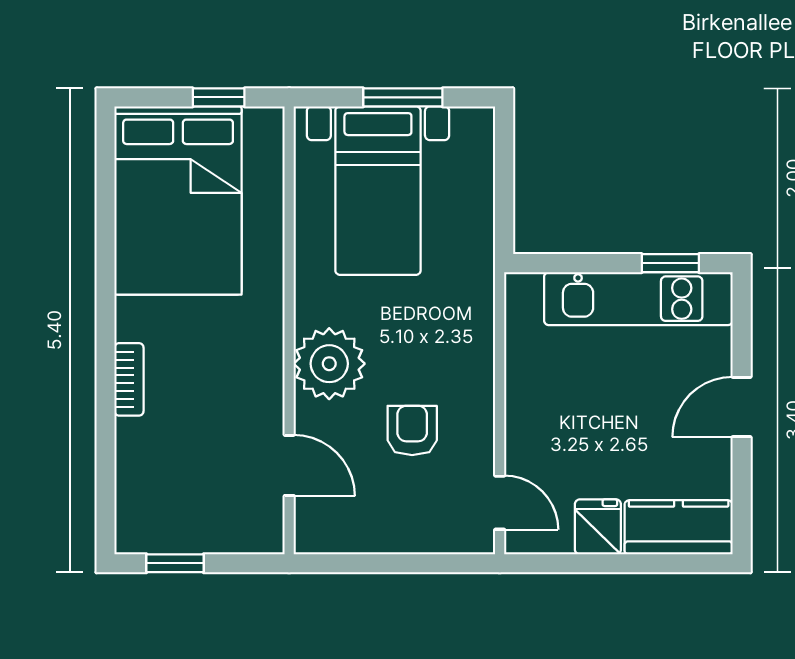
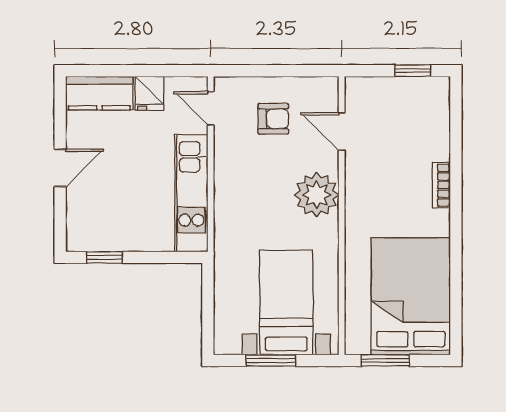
window: (219, 97) -> (385, 360), width x1.50
kitchen unit: (638, 299) -> (191, 193), moved, turned -90
armchair: (412, 430) -> (273, 119), moved, turned -90

